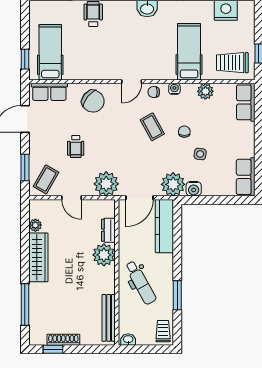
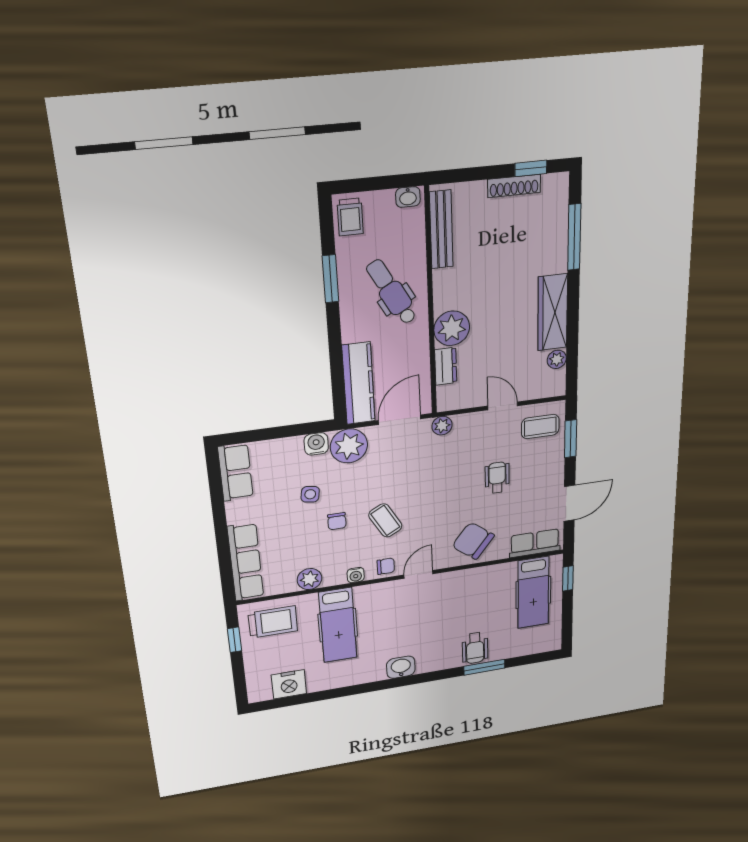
row of seats: (246, 102) -> (246, 562), width x1.48
coffee table: (46, 179) -> (540, 427), turned 60
plant: (106, 184) -> (442, 426), width x0.53, depth x0.53

